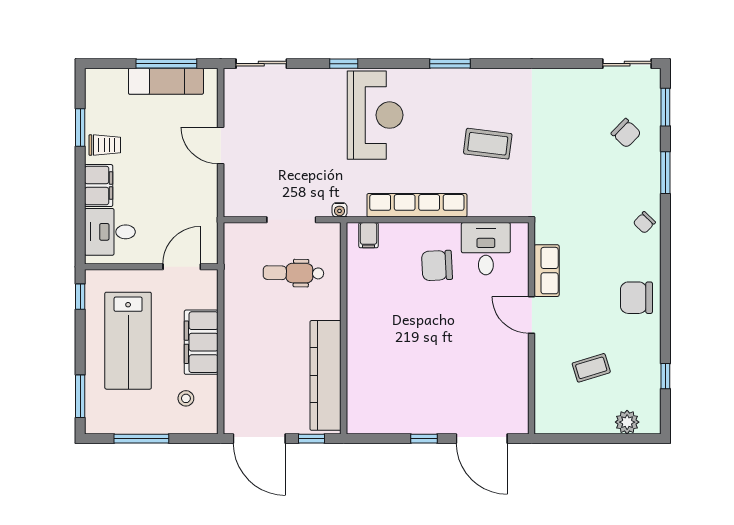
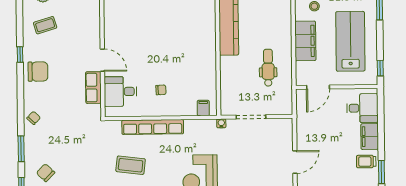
door: (221, 146) -> (295, 162), hinge flipped
row of seats: (417, 205) -> (153, 127), moved
desk: (486, 249) -> (121, 92), moved, turned 90
chair: (437, 265) -> (161, 90), width x0.54, depth x0.54
dental chair: (293, 273) -> (268, 68), moved, turned -91
coffee table: (591, 368) -> (45, 25), moved
window: (665, 376) -> (20, 54), moved

